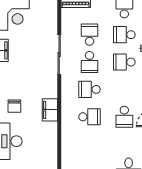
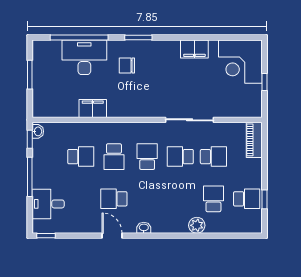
school desk: (124, 62) -> (81, 157), moved, turned 90
filing cabinet: (50, 110) -> (93, 108), moved

